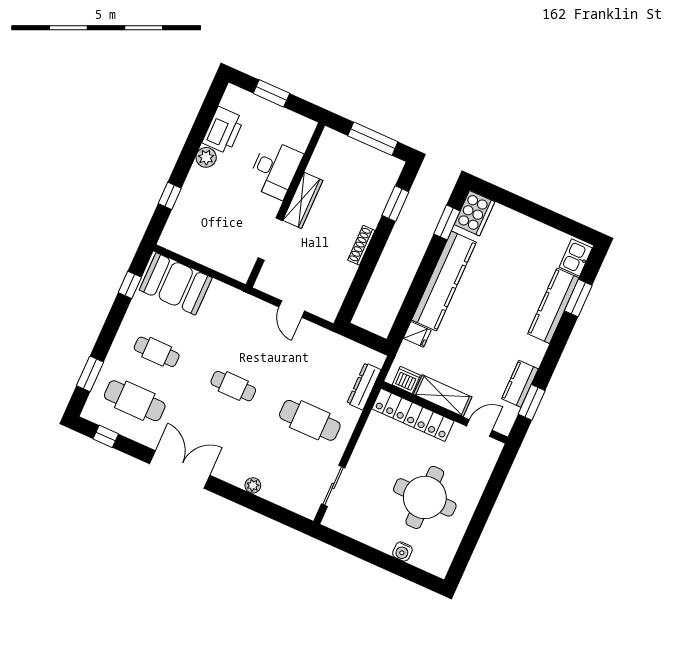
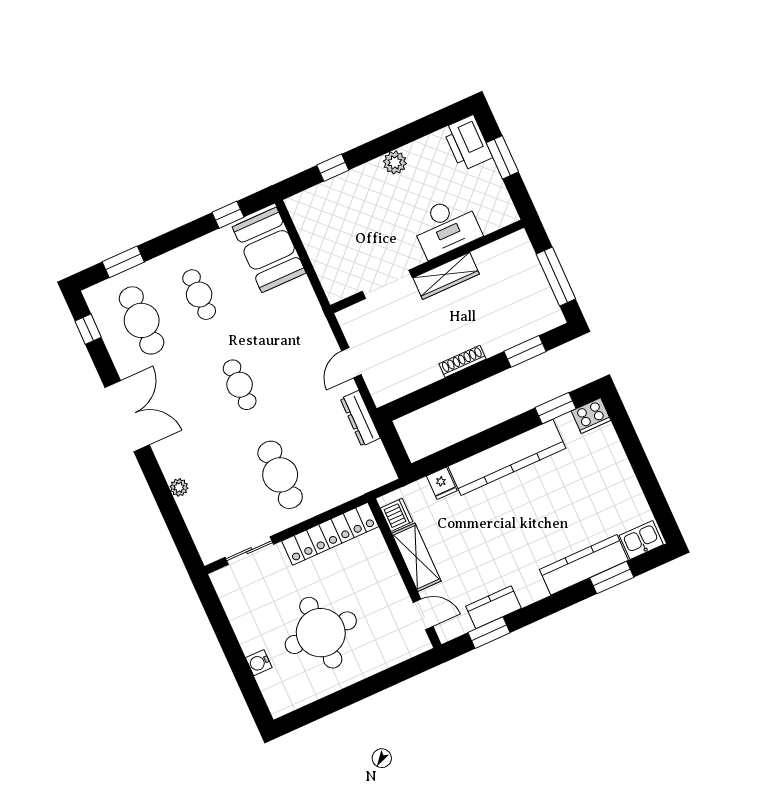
printer: (223, 130) -> (467, 143), moved, turned 90
cooker: (474, 213) -> (591, 416), width x0.73, depth x0.76
dresser: (364, 386) -> (360, 418), moved, turned -90
locker: (413, 415) -> (330, 534), moved, turned -90

